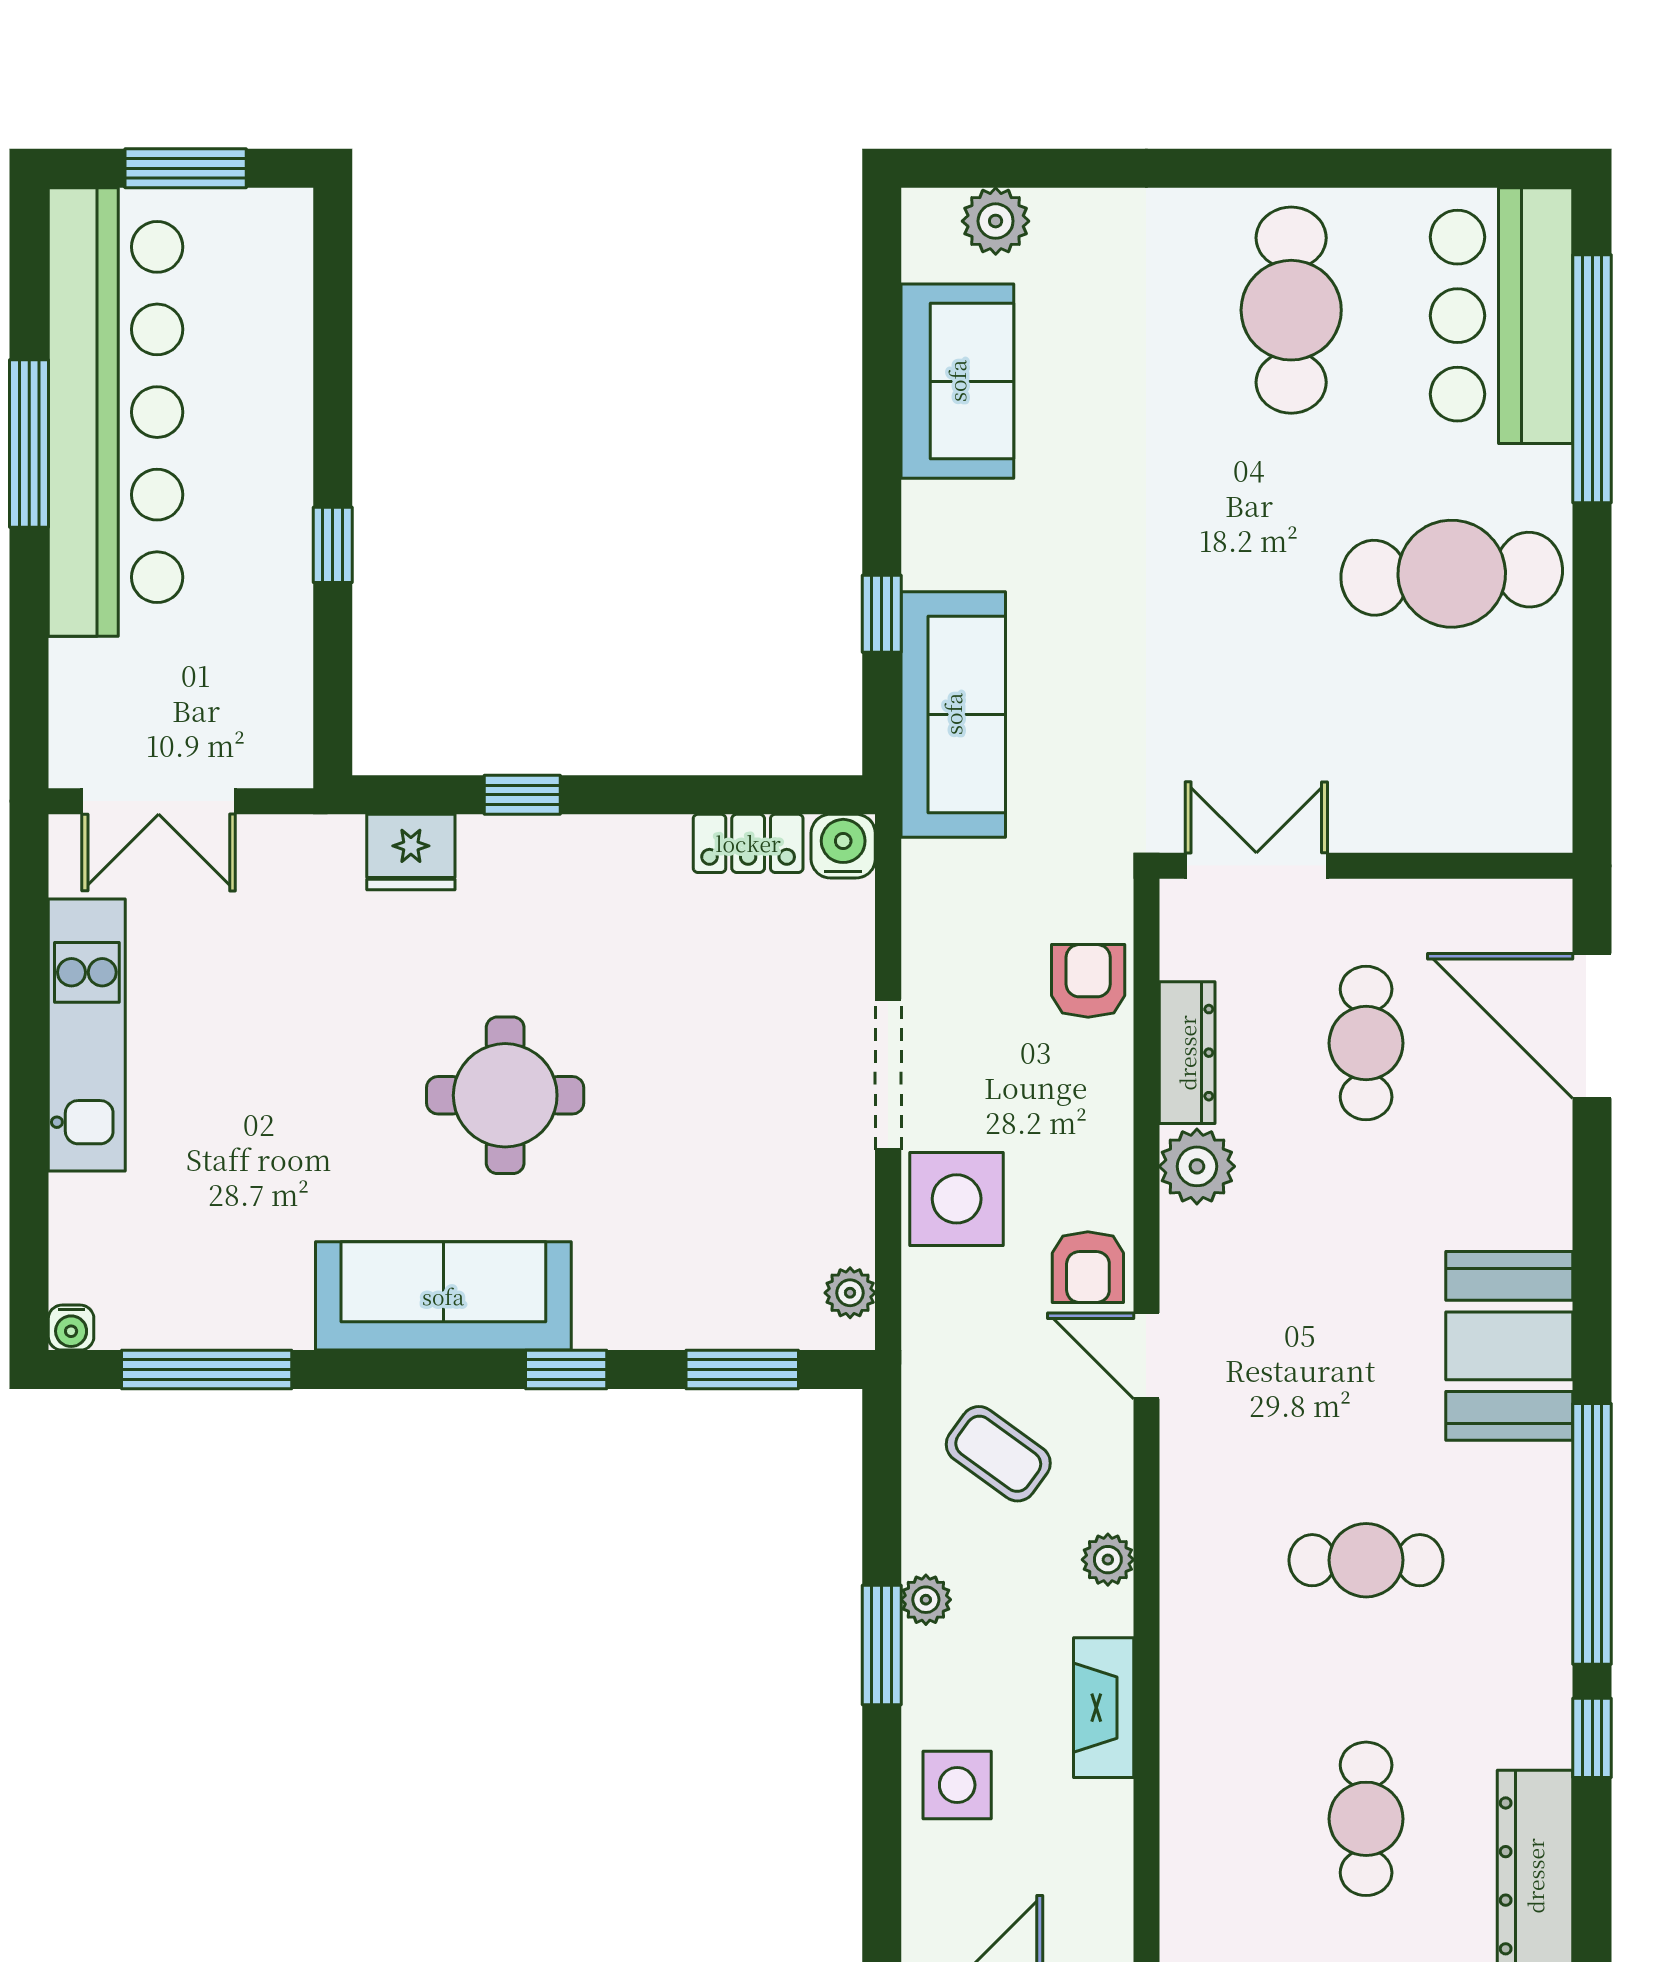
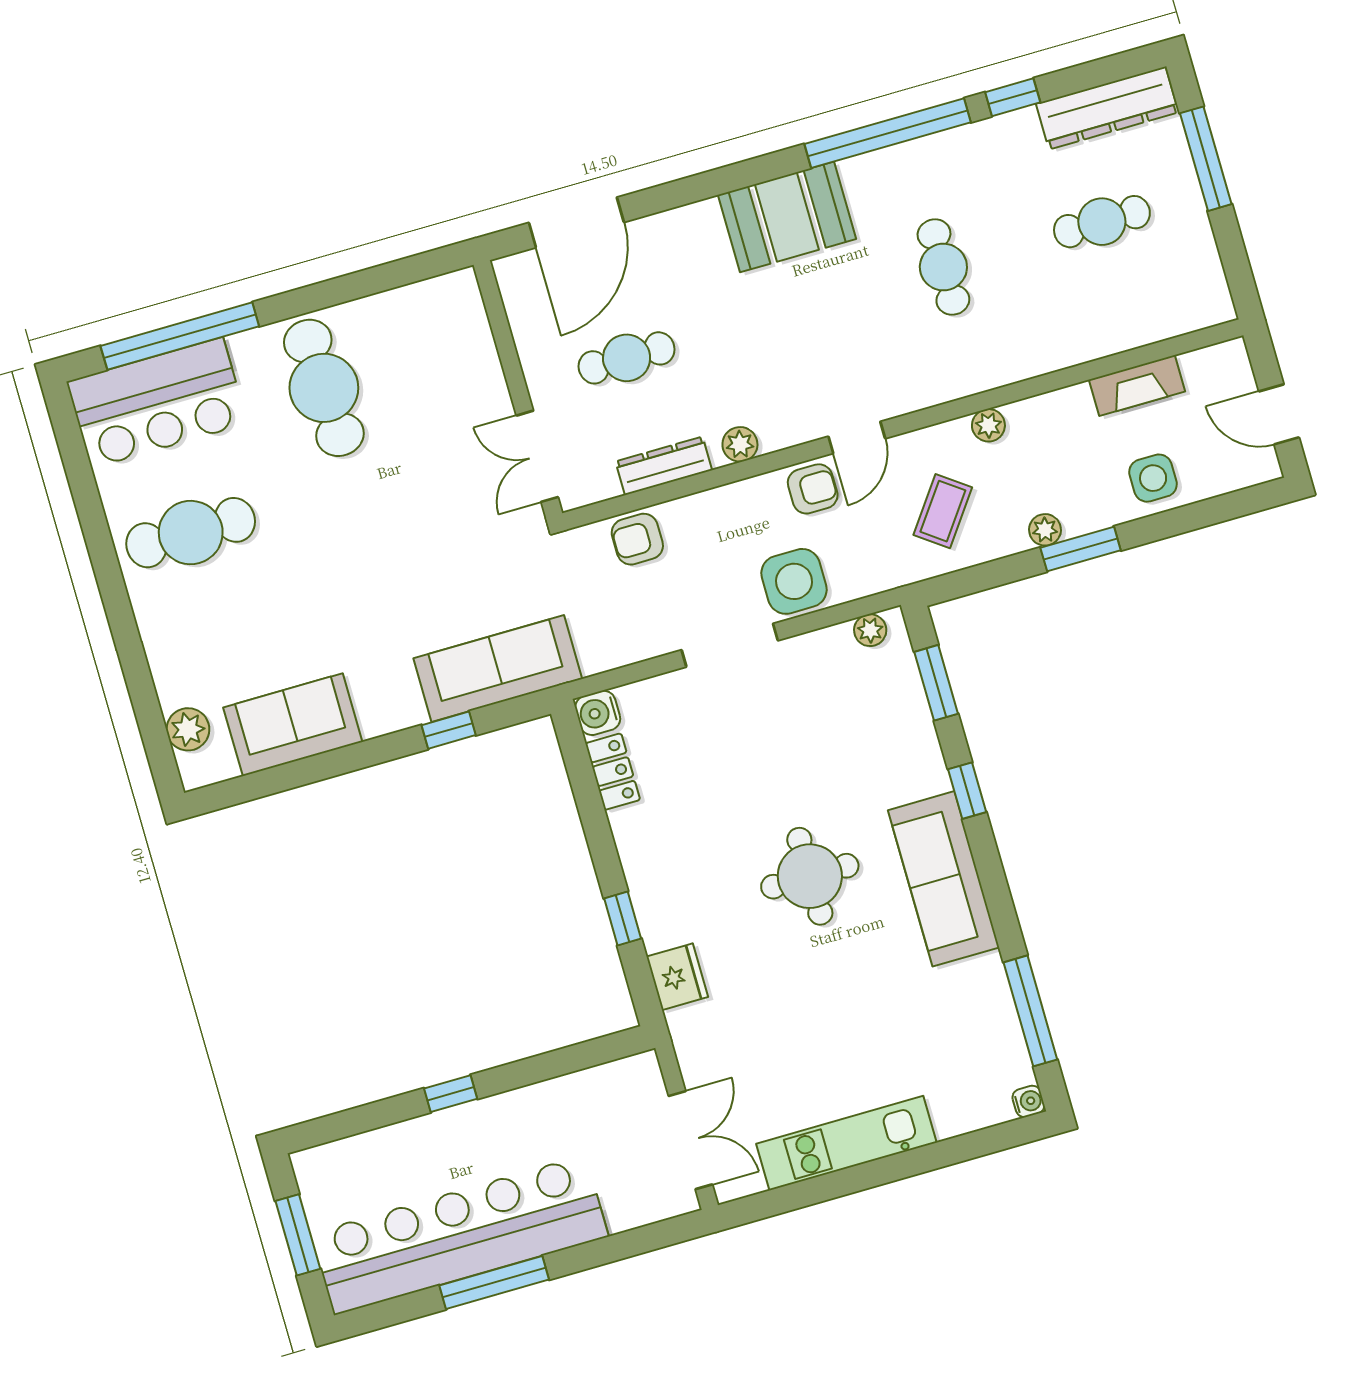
window: (333, 545) -> (451, 1094), moved
plant: (1197, 1166) -> (740, 444), width x0.73, depth x0.73
fireplace: (1104, 1708) -> (1137, 386), moved

